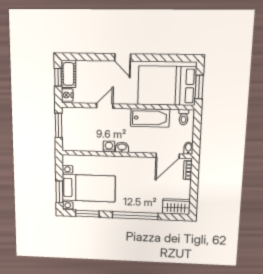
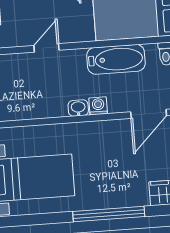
washing machine: (109, 146) -> (98, 106), moved
window: (87, 214) -> (33, 220), removed

